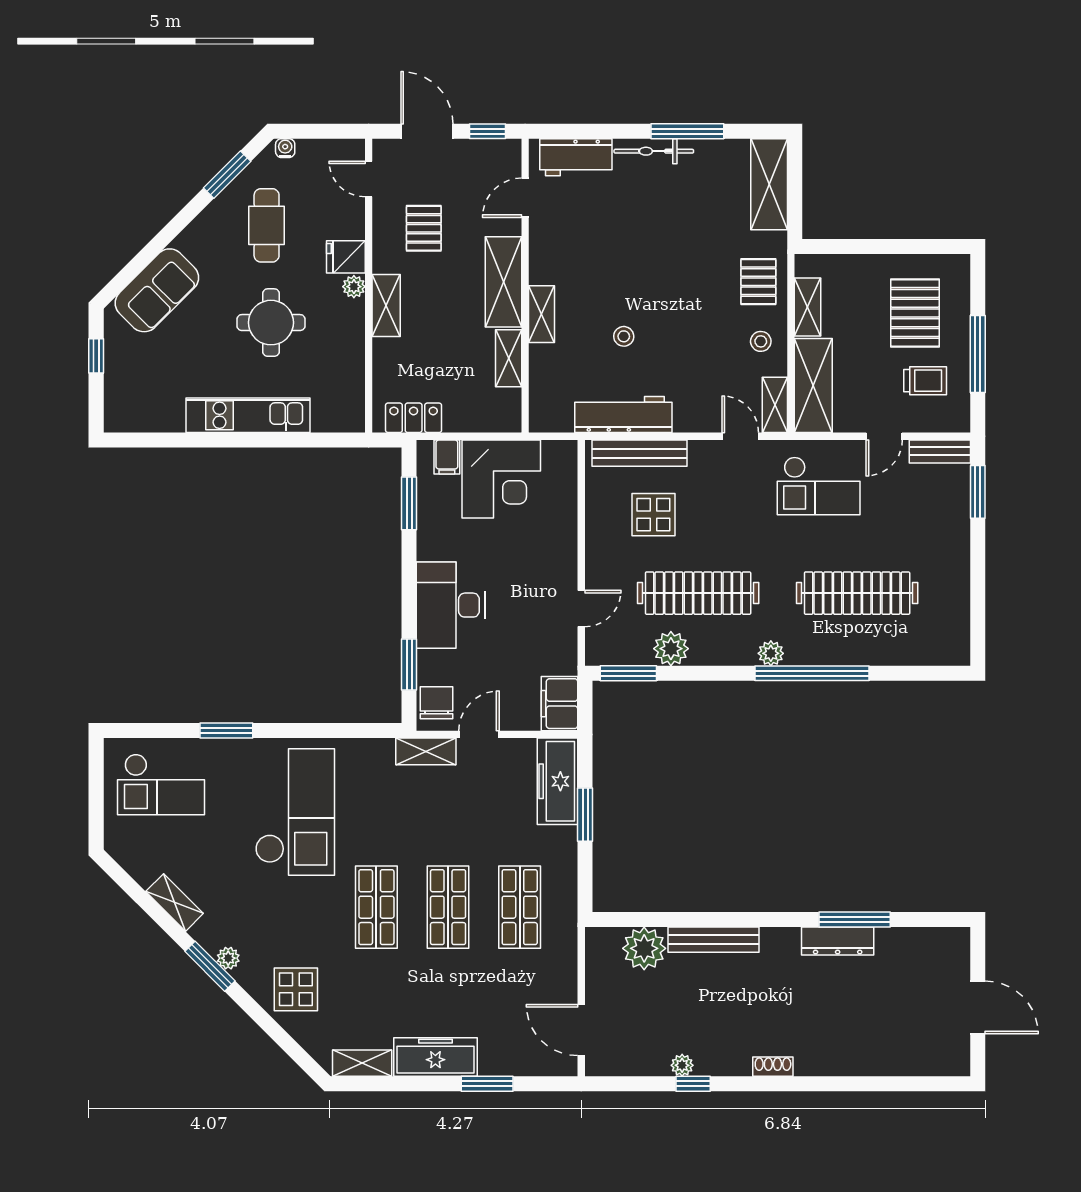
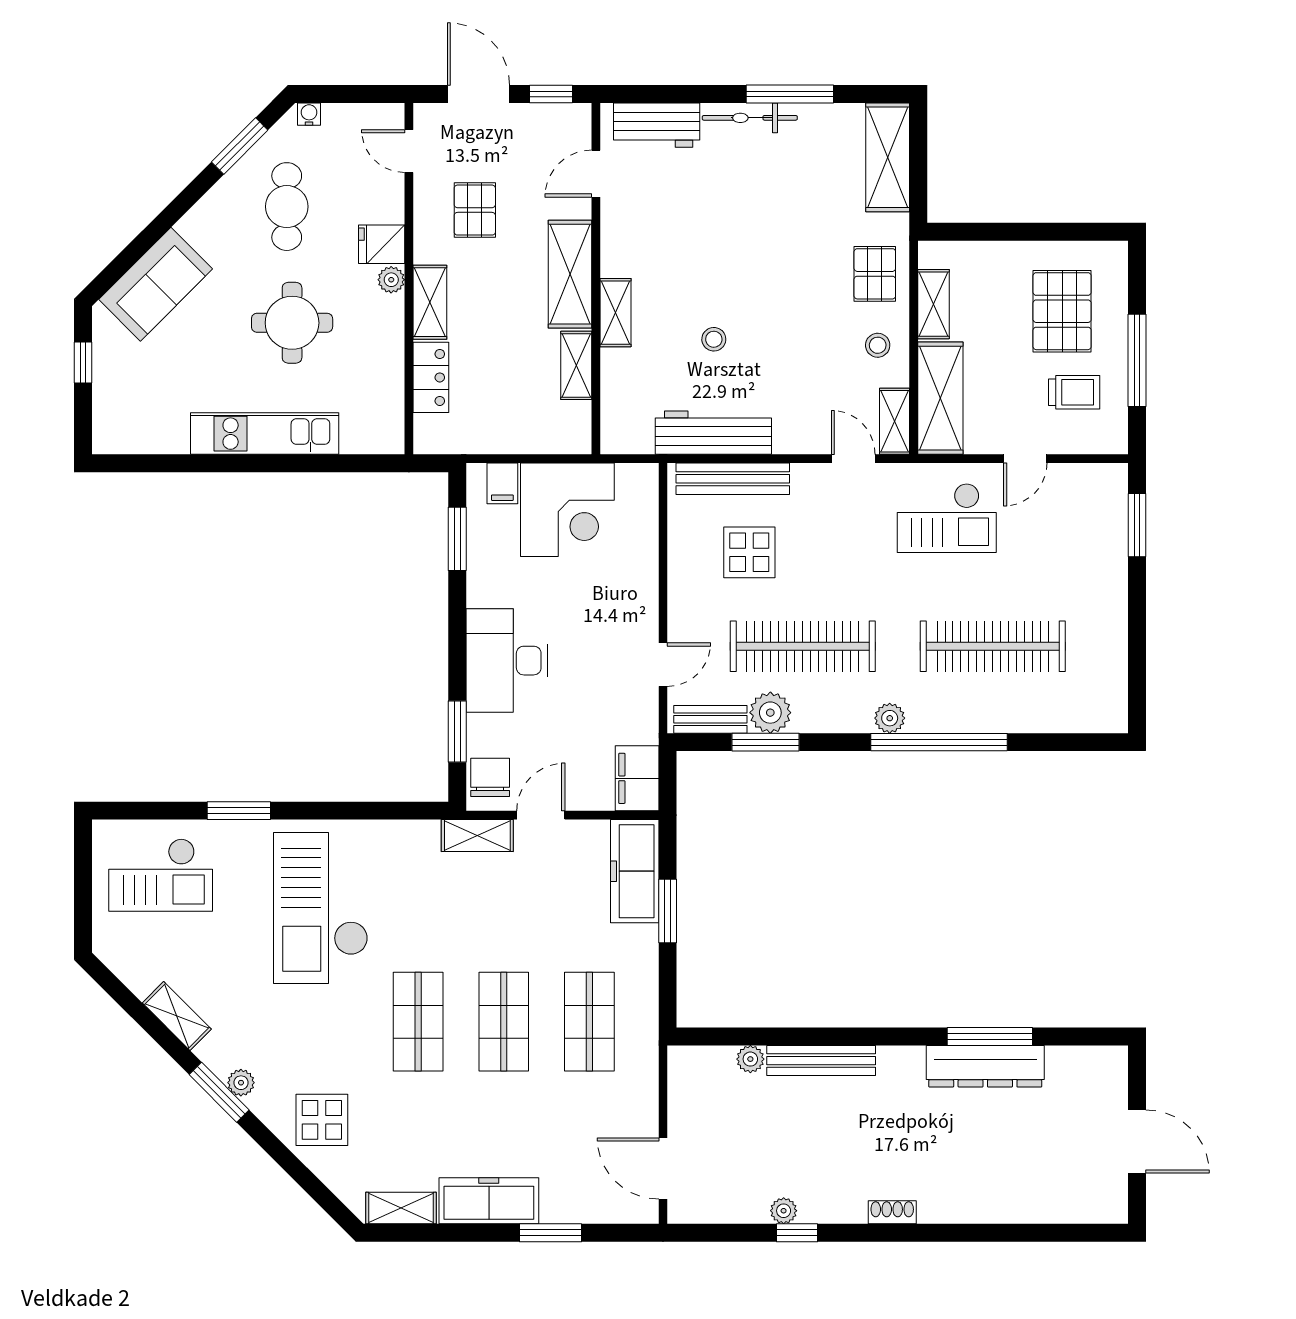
locker: (414, 418) -> (431, 377), moved, turned 90
bench: (940, 451) -> (710, 719), moved
window: (628, 673) -> (766, 742), moved
checkout: (295, 812) -> (321, 908), turned 180
dresser: (838, 941) -> (985, 1066), width x1.37, depth x1.24
plant: (644, 948) -> (750, 1059), width x0.53, depth x0.53

